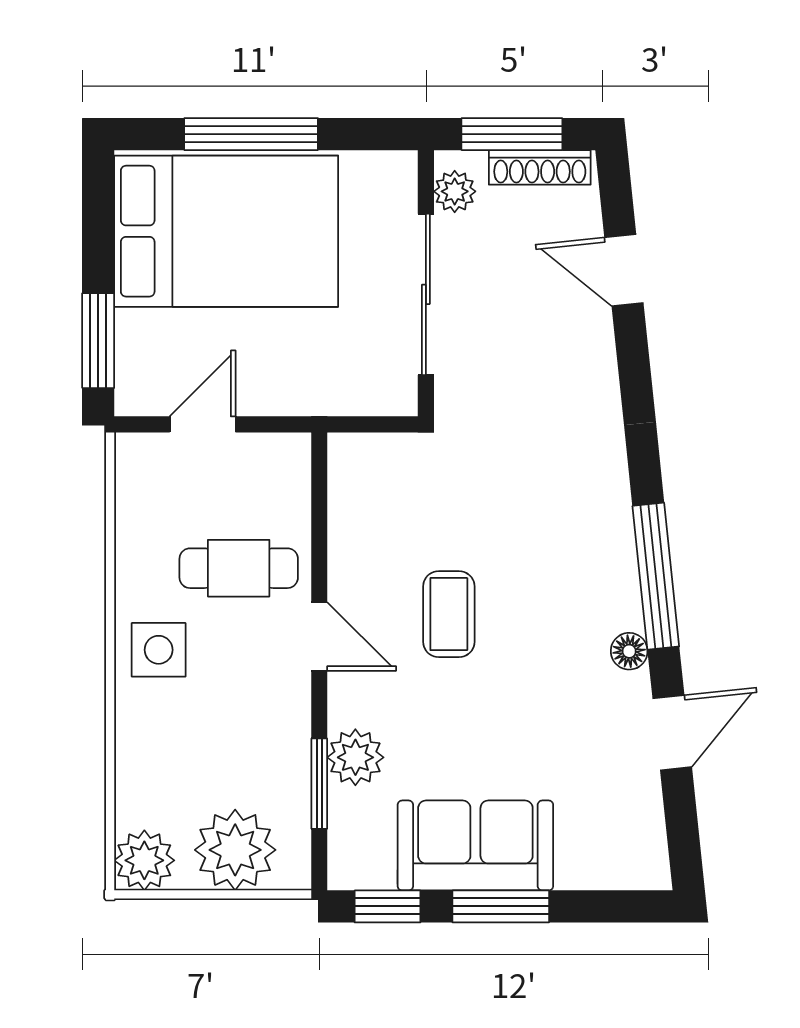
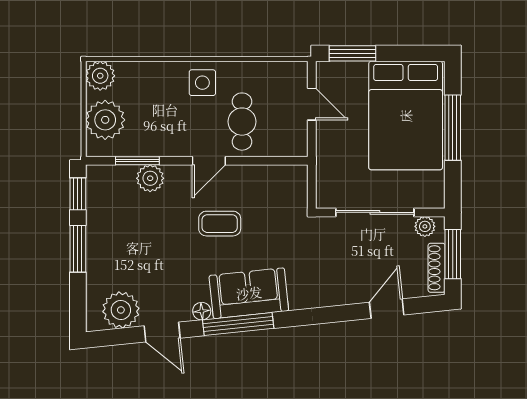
plant: (627, 818) -> (121, 310), added
sofa: (475, 845) -> (249, 293), moved, turned -96

